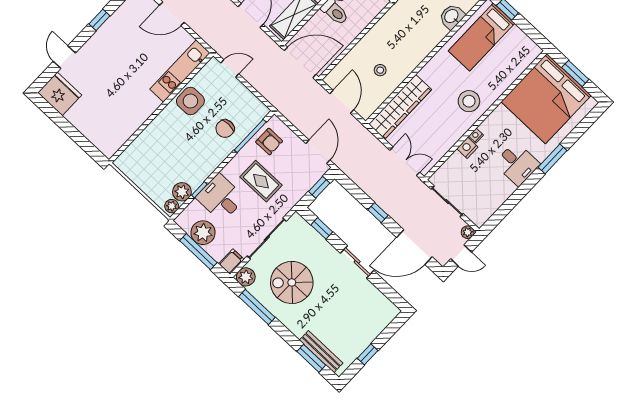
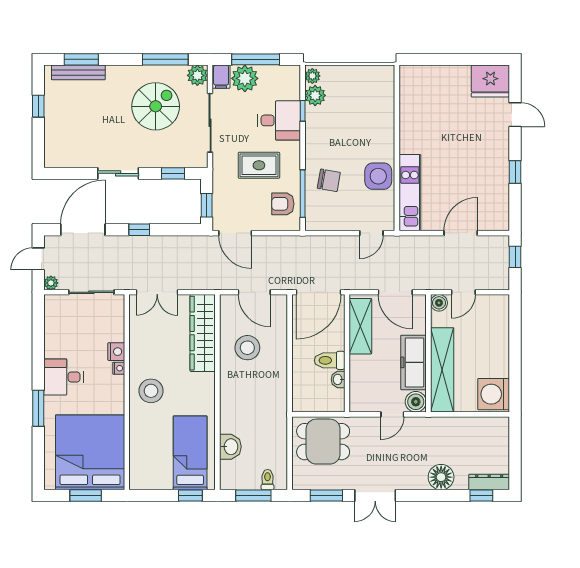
stool: (380, 70) -> (247, 348), width x1.89, depth x1.89
chair: (225, 129) -> (329, 180), turned 100
plant: (203, 233) -> (245, 78), moved

